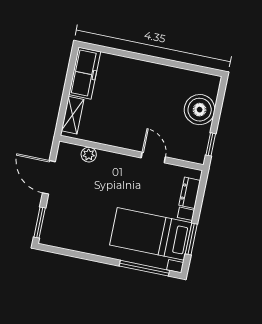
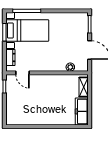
boiler: (200, 110) -> (14, 104), removed
door: (153, 157) -> (23, 73), moved

